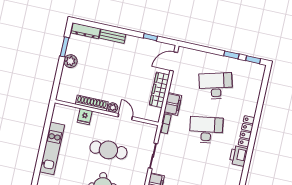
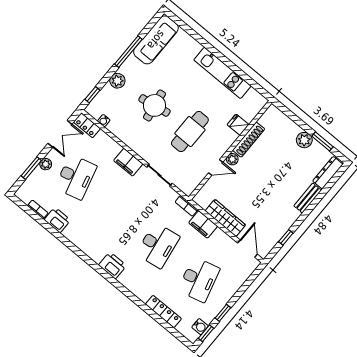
water cooler: (250, 67) -> (200, 327), added
locker: (246, 131) -> (163, 312), moved

